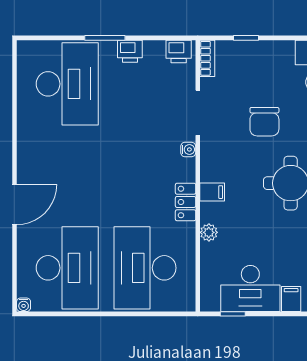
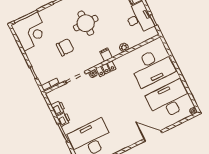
printer: (179, 51) -> (58, 108), moved
locker: (186, 202) -> (106, 69), moved

